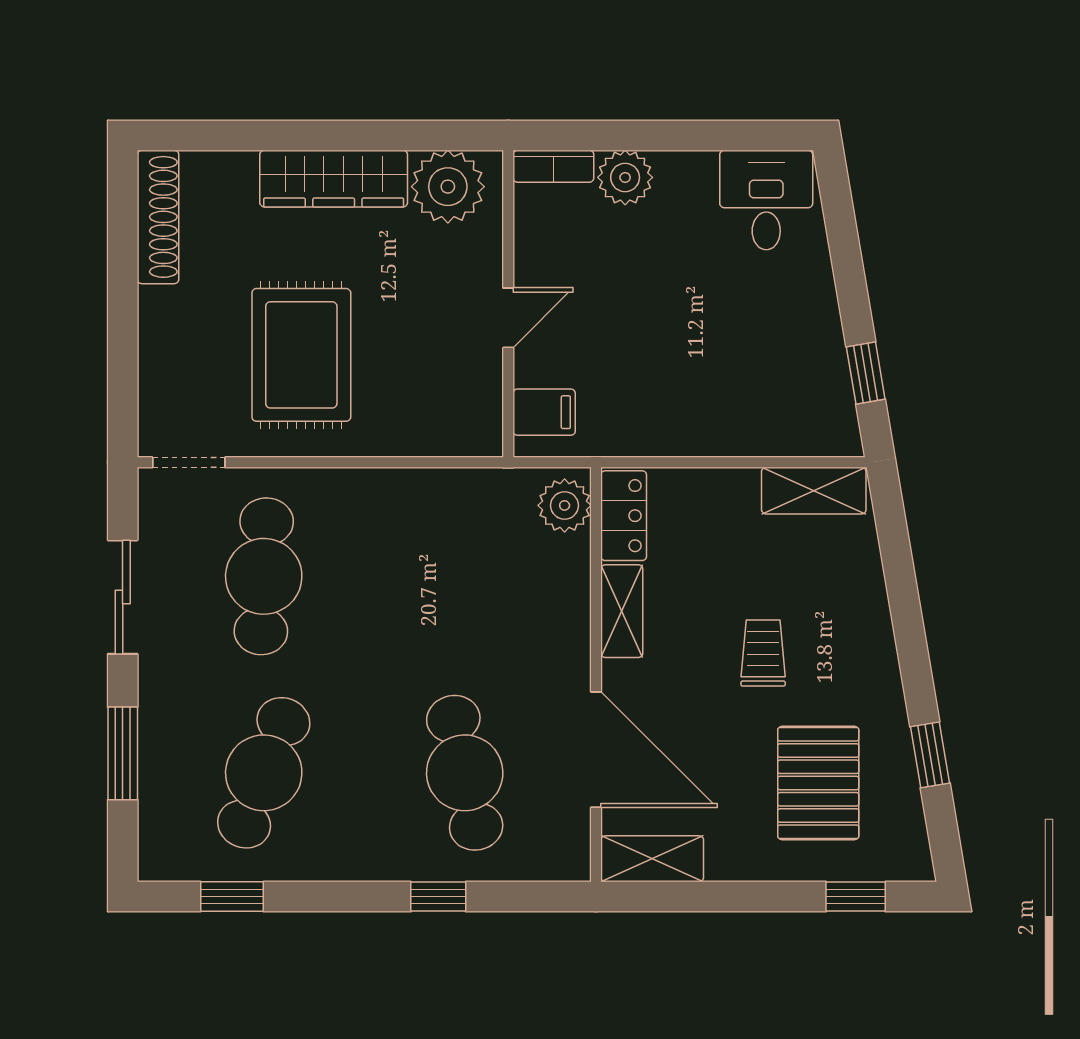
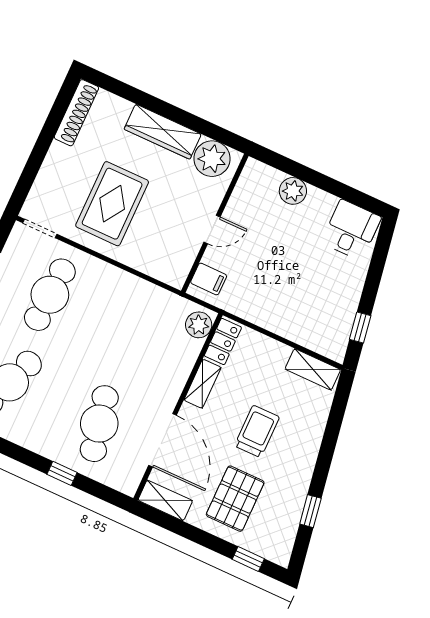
bookcase: (553, 166) -> (263, 171), removed
trolley: (763, 653) -> (257, 431), width x1.36, depth x1.39
pallet: (818, 783) -> (235, 499), moved

